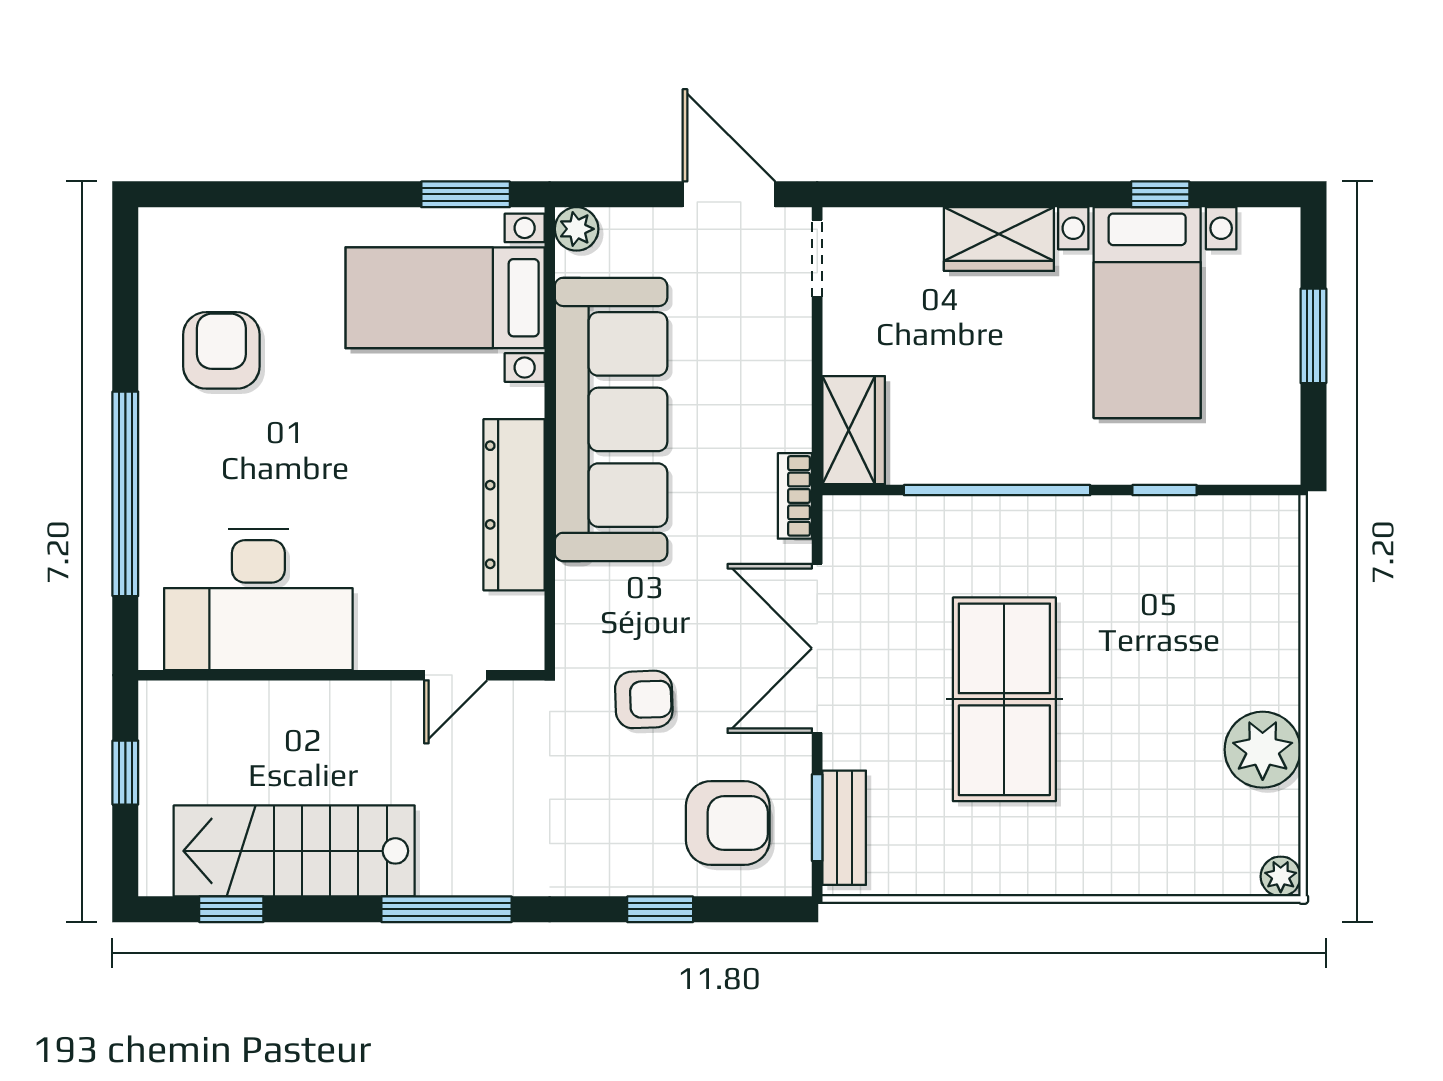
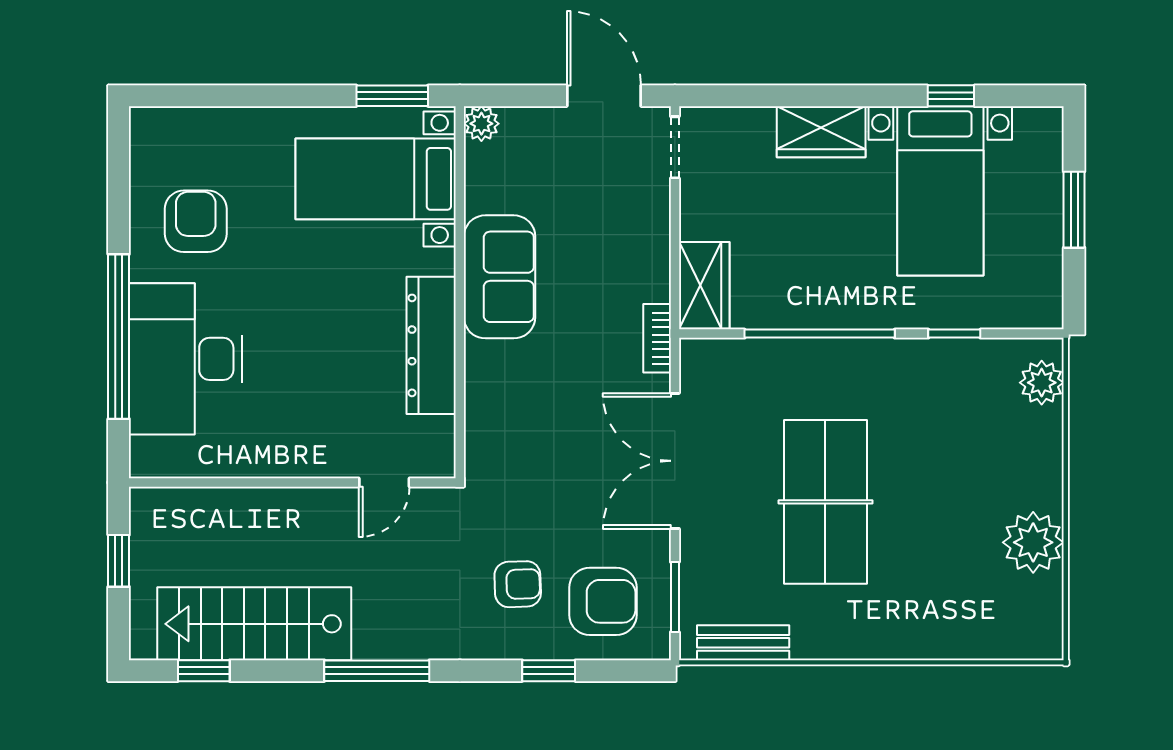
sofa: (611, 419) -> (500, 277), width x0.54, depth x0.79
desk: (258, 599) -> (186, 359), moved, turned 90
armchair: (644, 699) -> (518, 584), moved
bench: (844, 828) -> (743, 643), moved, turned 90
plant: (1281, 876) -> (1042, 383), moved, width x1.38, depth x1.38

